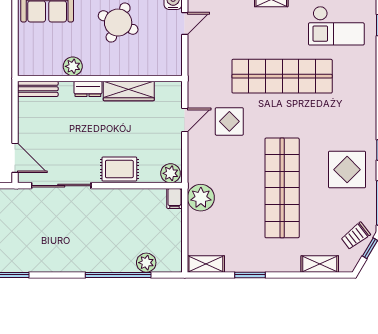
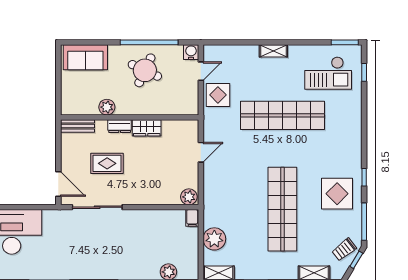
wardrobe: (129, 91) -> (147, 128), width x0.67
display table: (229, 121) -> (218, 95), moved
rug: (119, 169) -> (107, 163), moved
plant: (201, 198) -> (214, 239), moved

